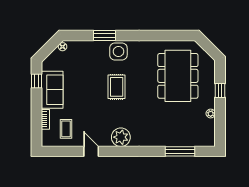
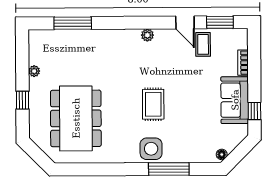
window: (104, 35) -> (169, 169), width x1.44
coffee table: (66, 129) -> (203, 44), moved
plant: (121, 137) -> (147, 35), width x0.53, depth x0.53
window: (63, 151) -> (220, 22), added

